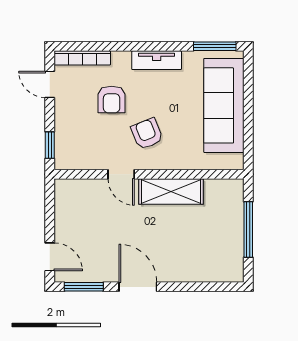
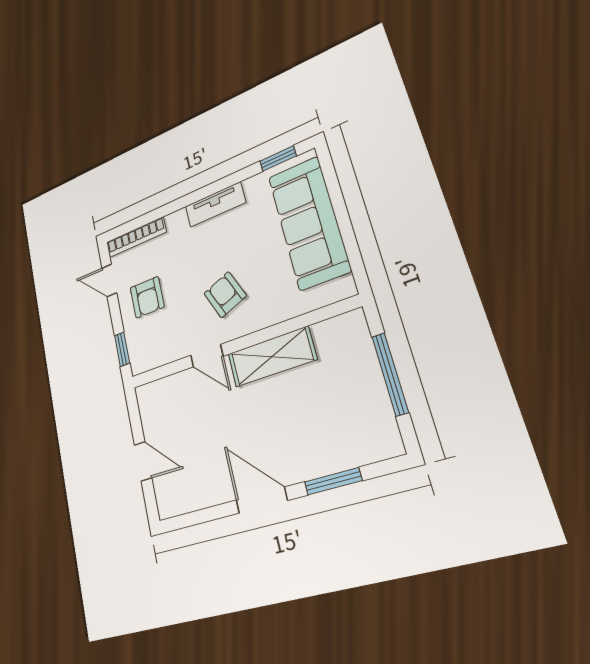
window: (215, 46) -> (278, 158), width x0.67
armchair: (112, 99) -> (147, 297), moved
door: (50, 257) -> (143, 461), moved
window: (84, 287) -> (333, 481), moved

